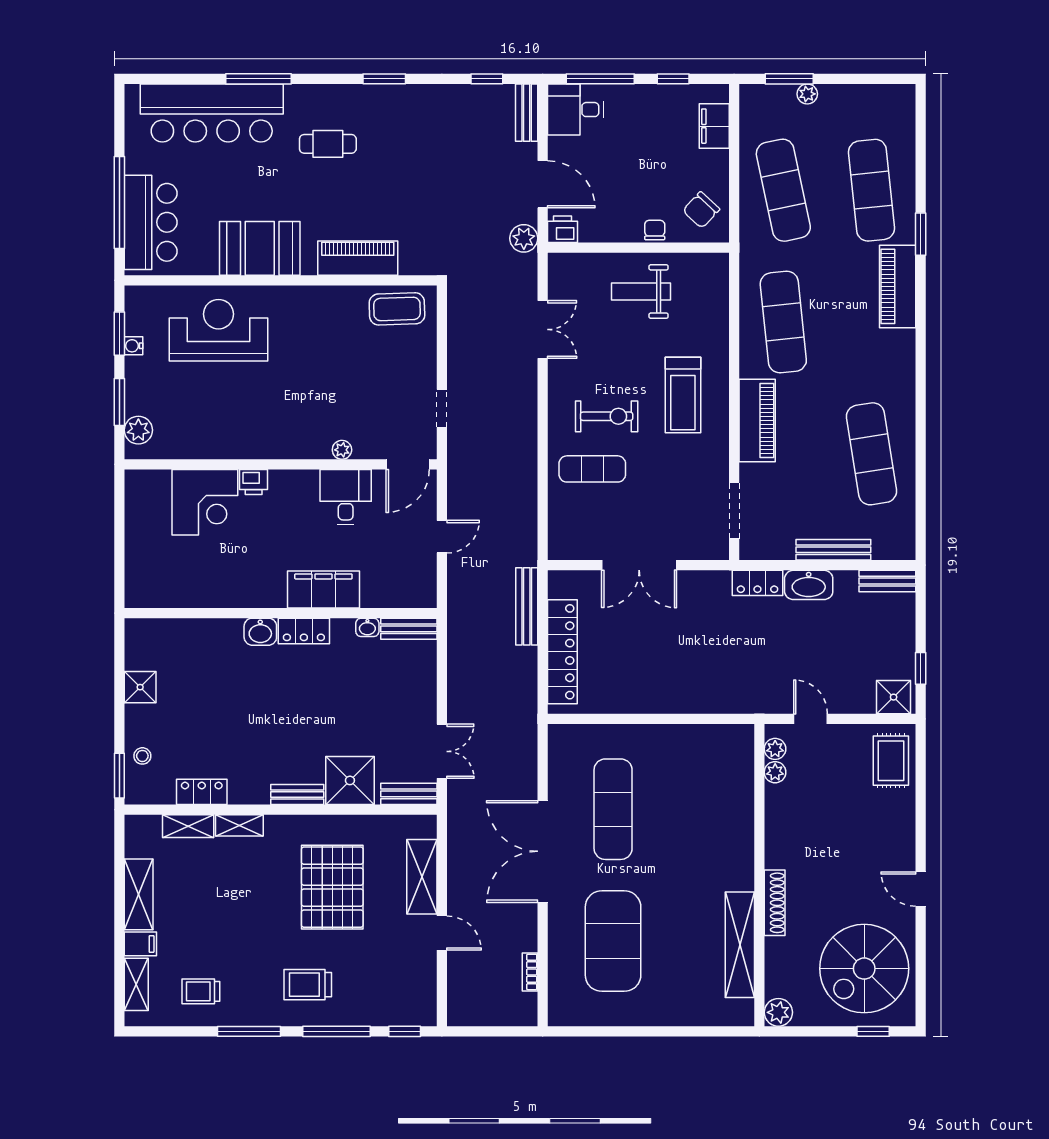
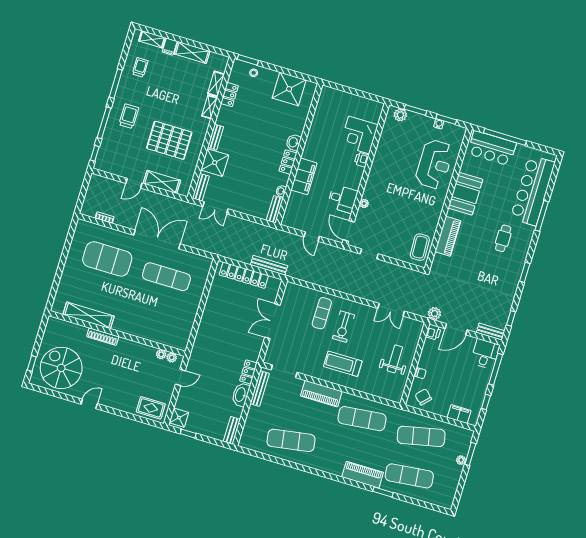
bench: (833, 550) -> (260, 389), moved
shower: (140, 687) -> (289, 89), width x1.86, depth x1.86
plant: (778, 1012) -> (53, 324), removed

